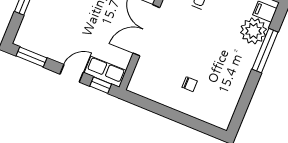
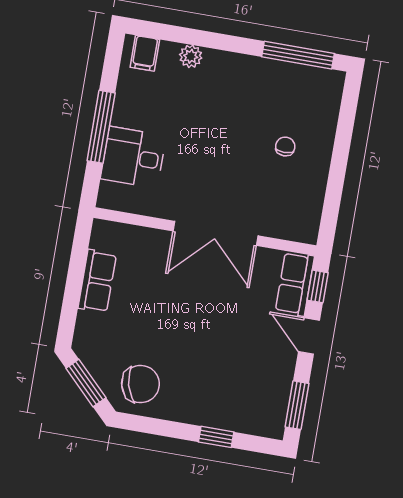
plant: (253, 31) -> (191, 56), width x0.53, depth x0.53
window: (265, 51) -> (298, 55), moved

